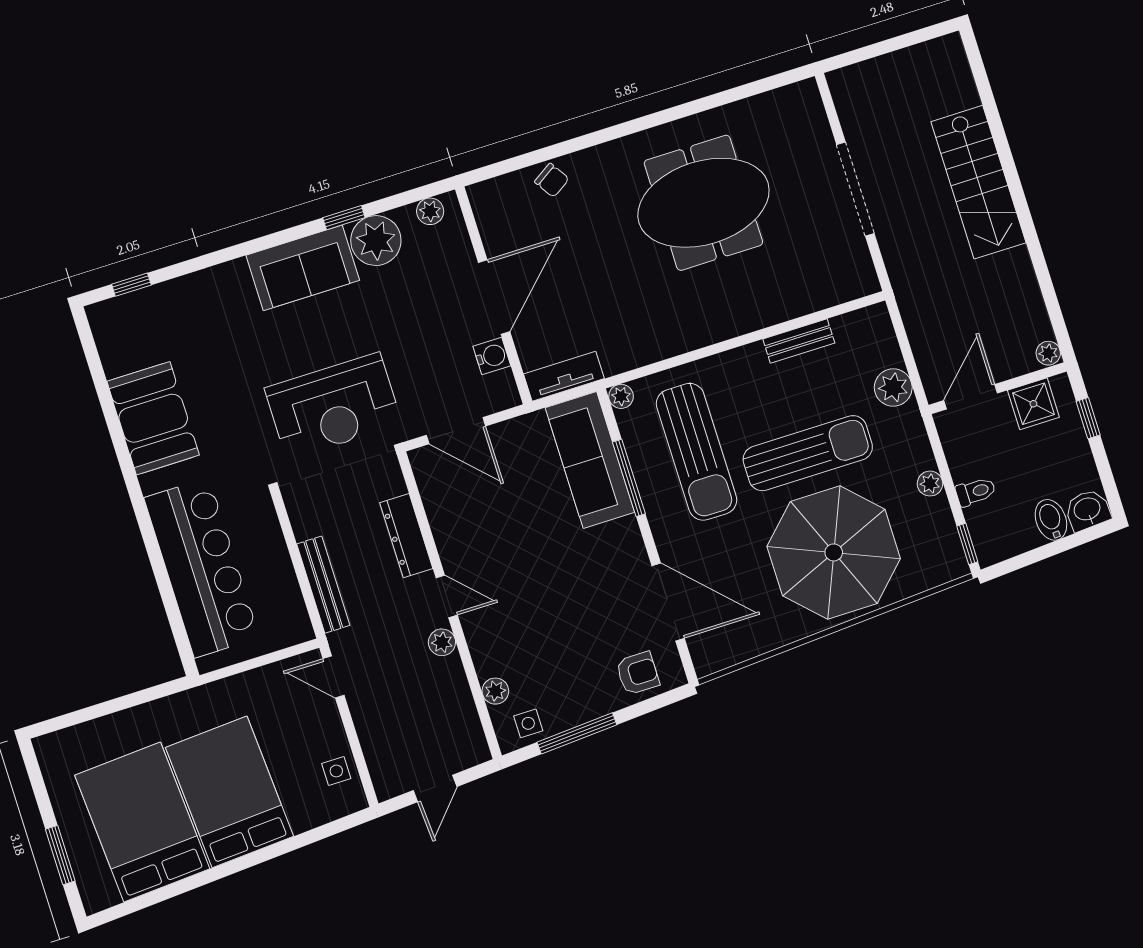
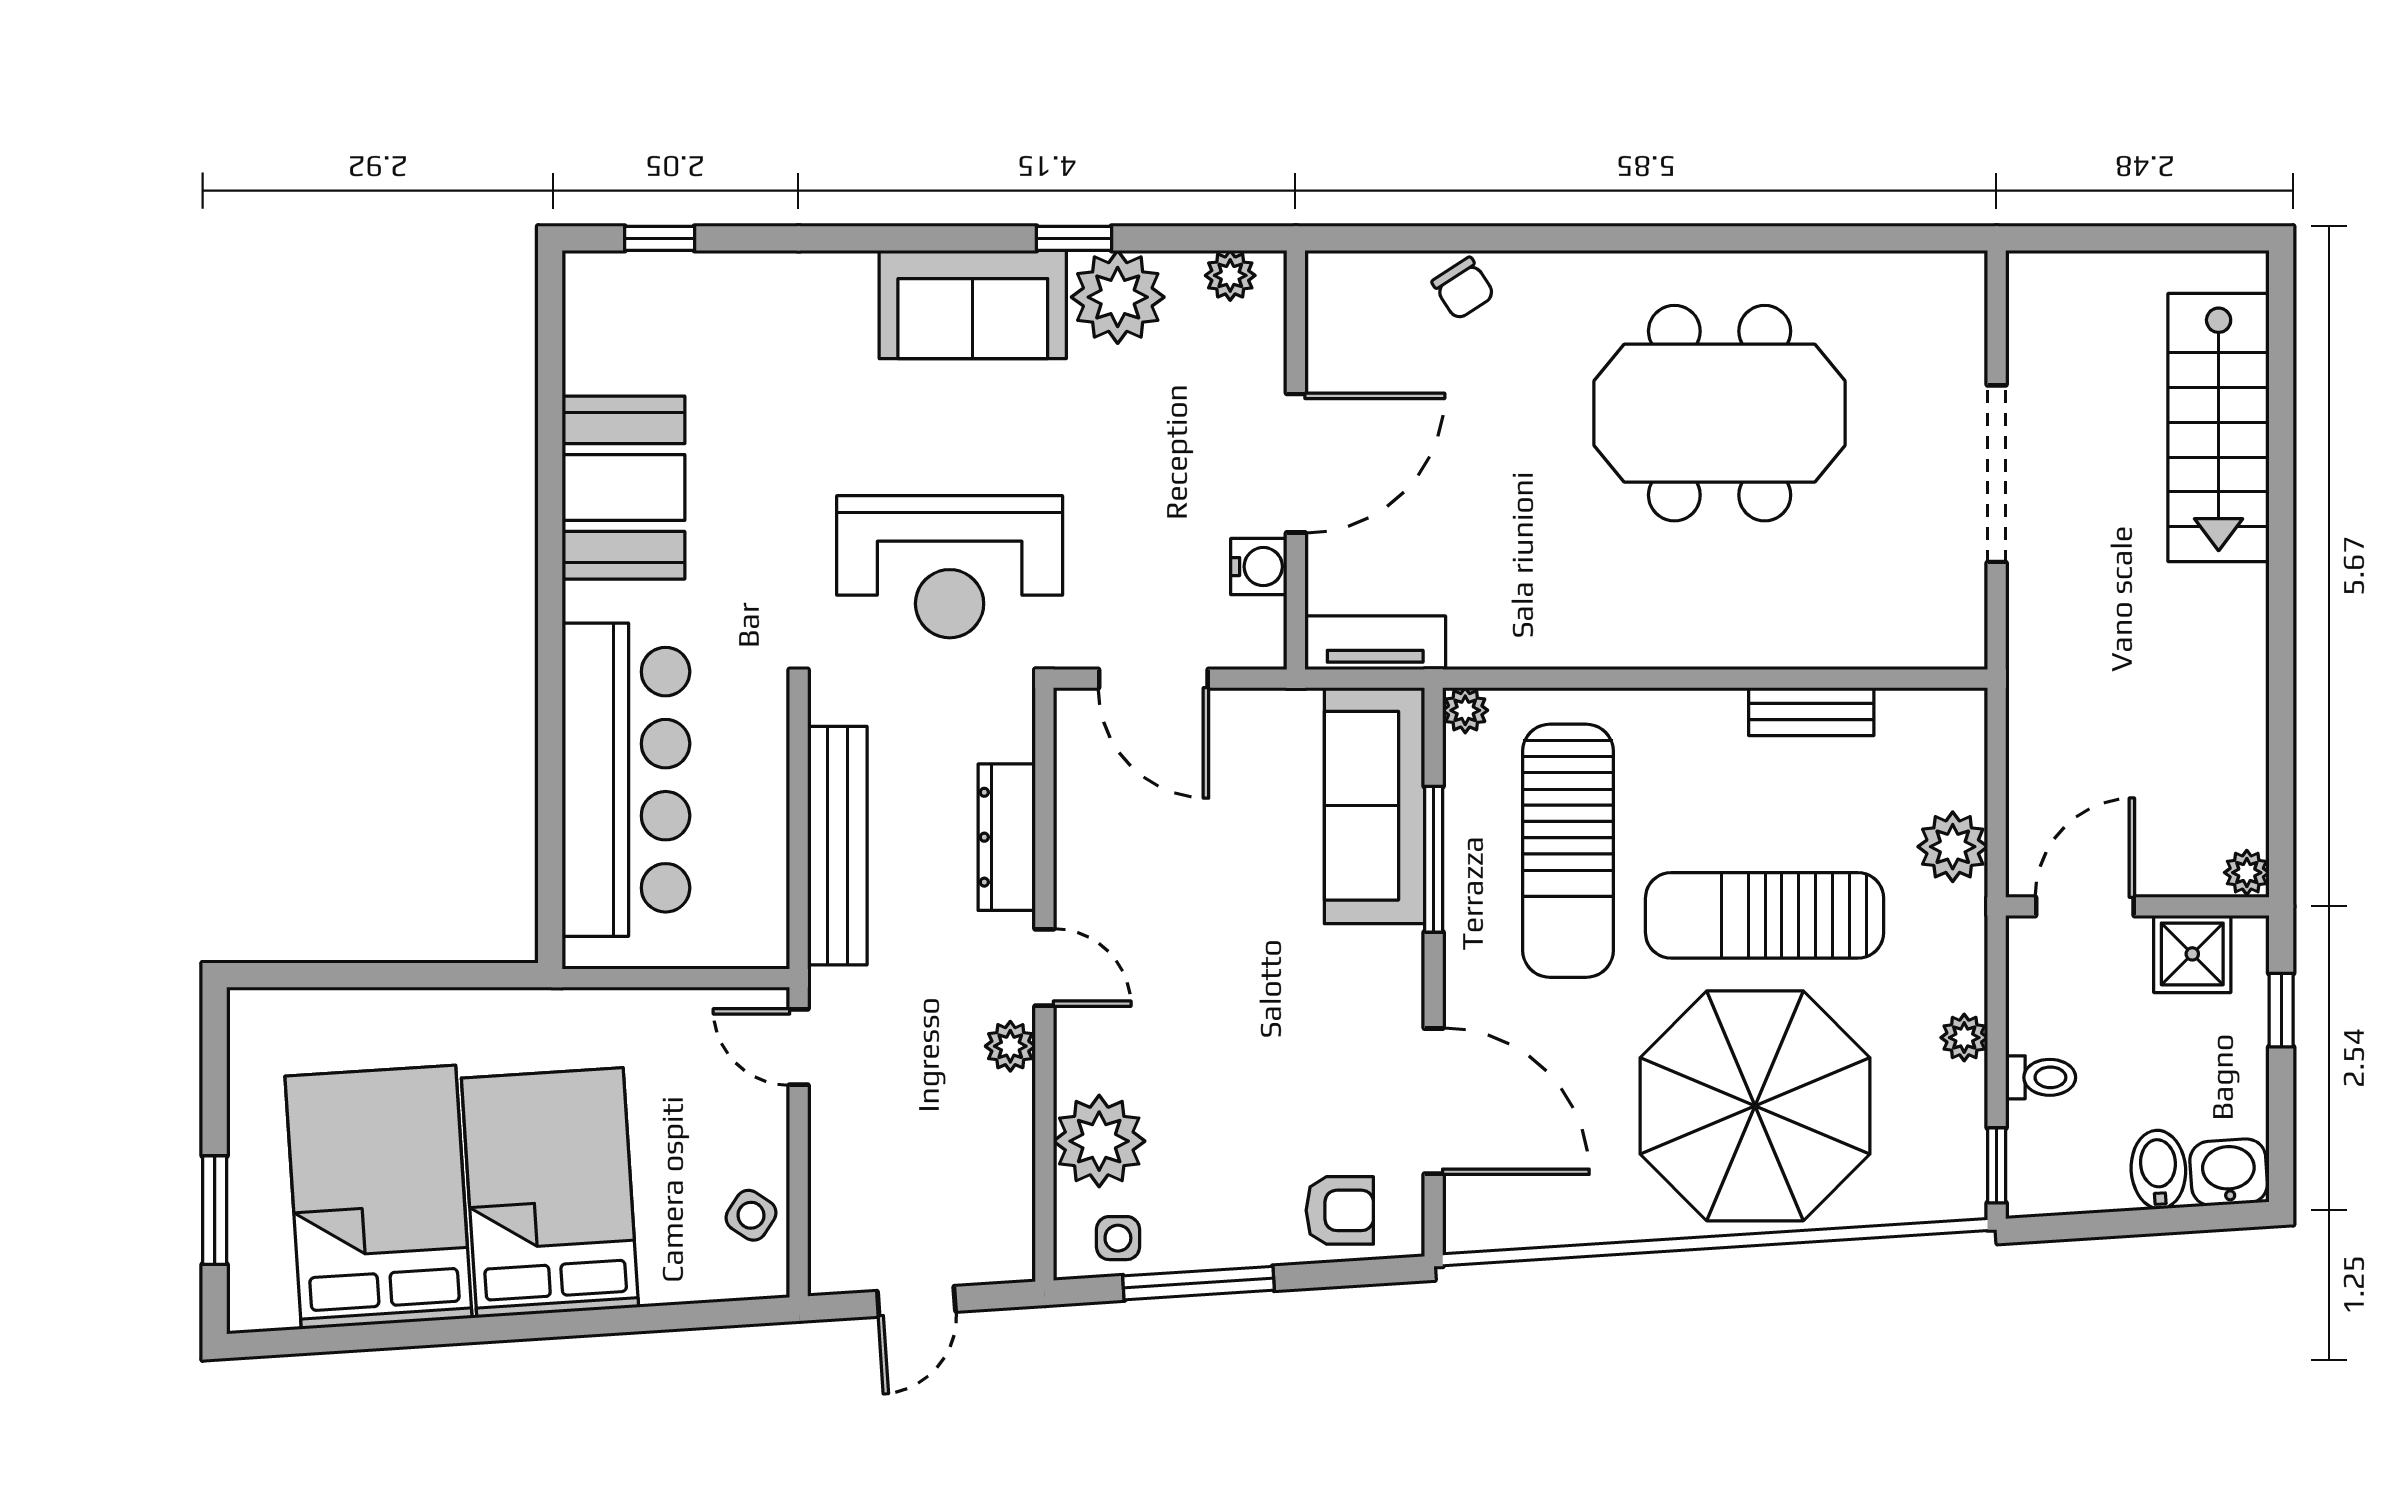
stairs: (978, 182) -> (2219, 428), moved
sun lounger: (808, 453) -> (1765, 915), turned 180
bench: (323, 585) -> (837, 846), width x1.37, depth x1.21
plant: (495, 691) -> (1099, 1141), width x1.87, depth x1.87
side table: (336, 771) -> (751, 1215), turned 33

